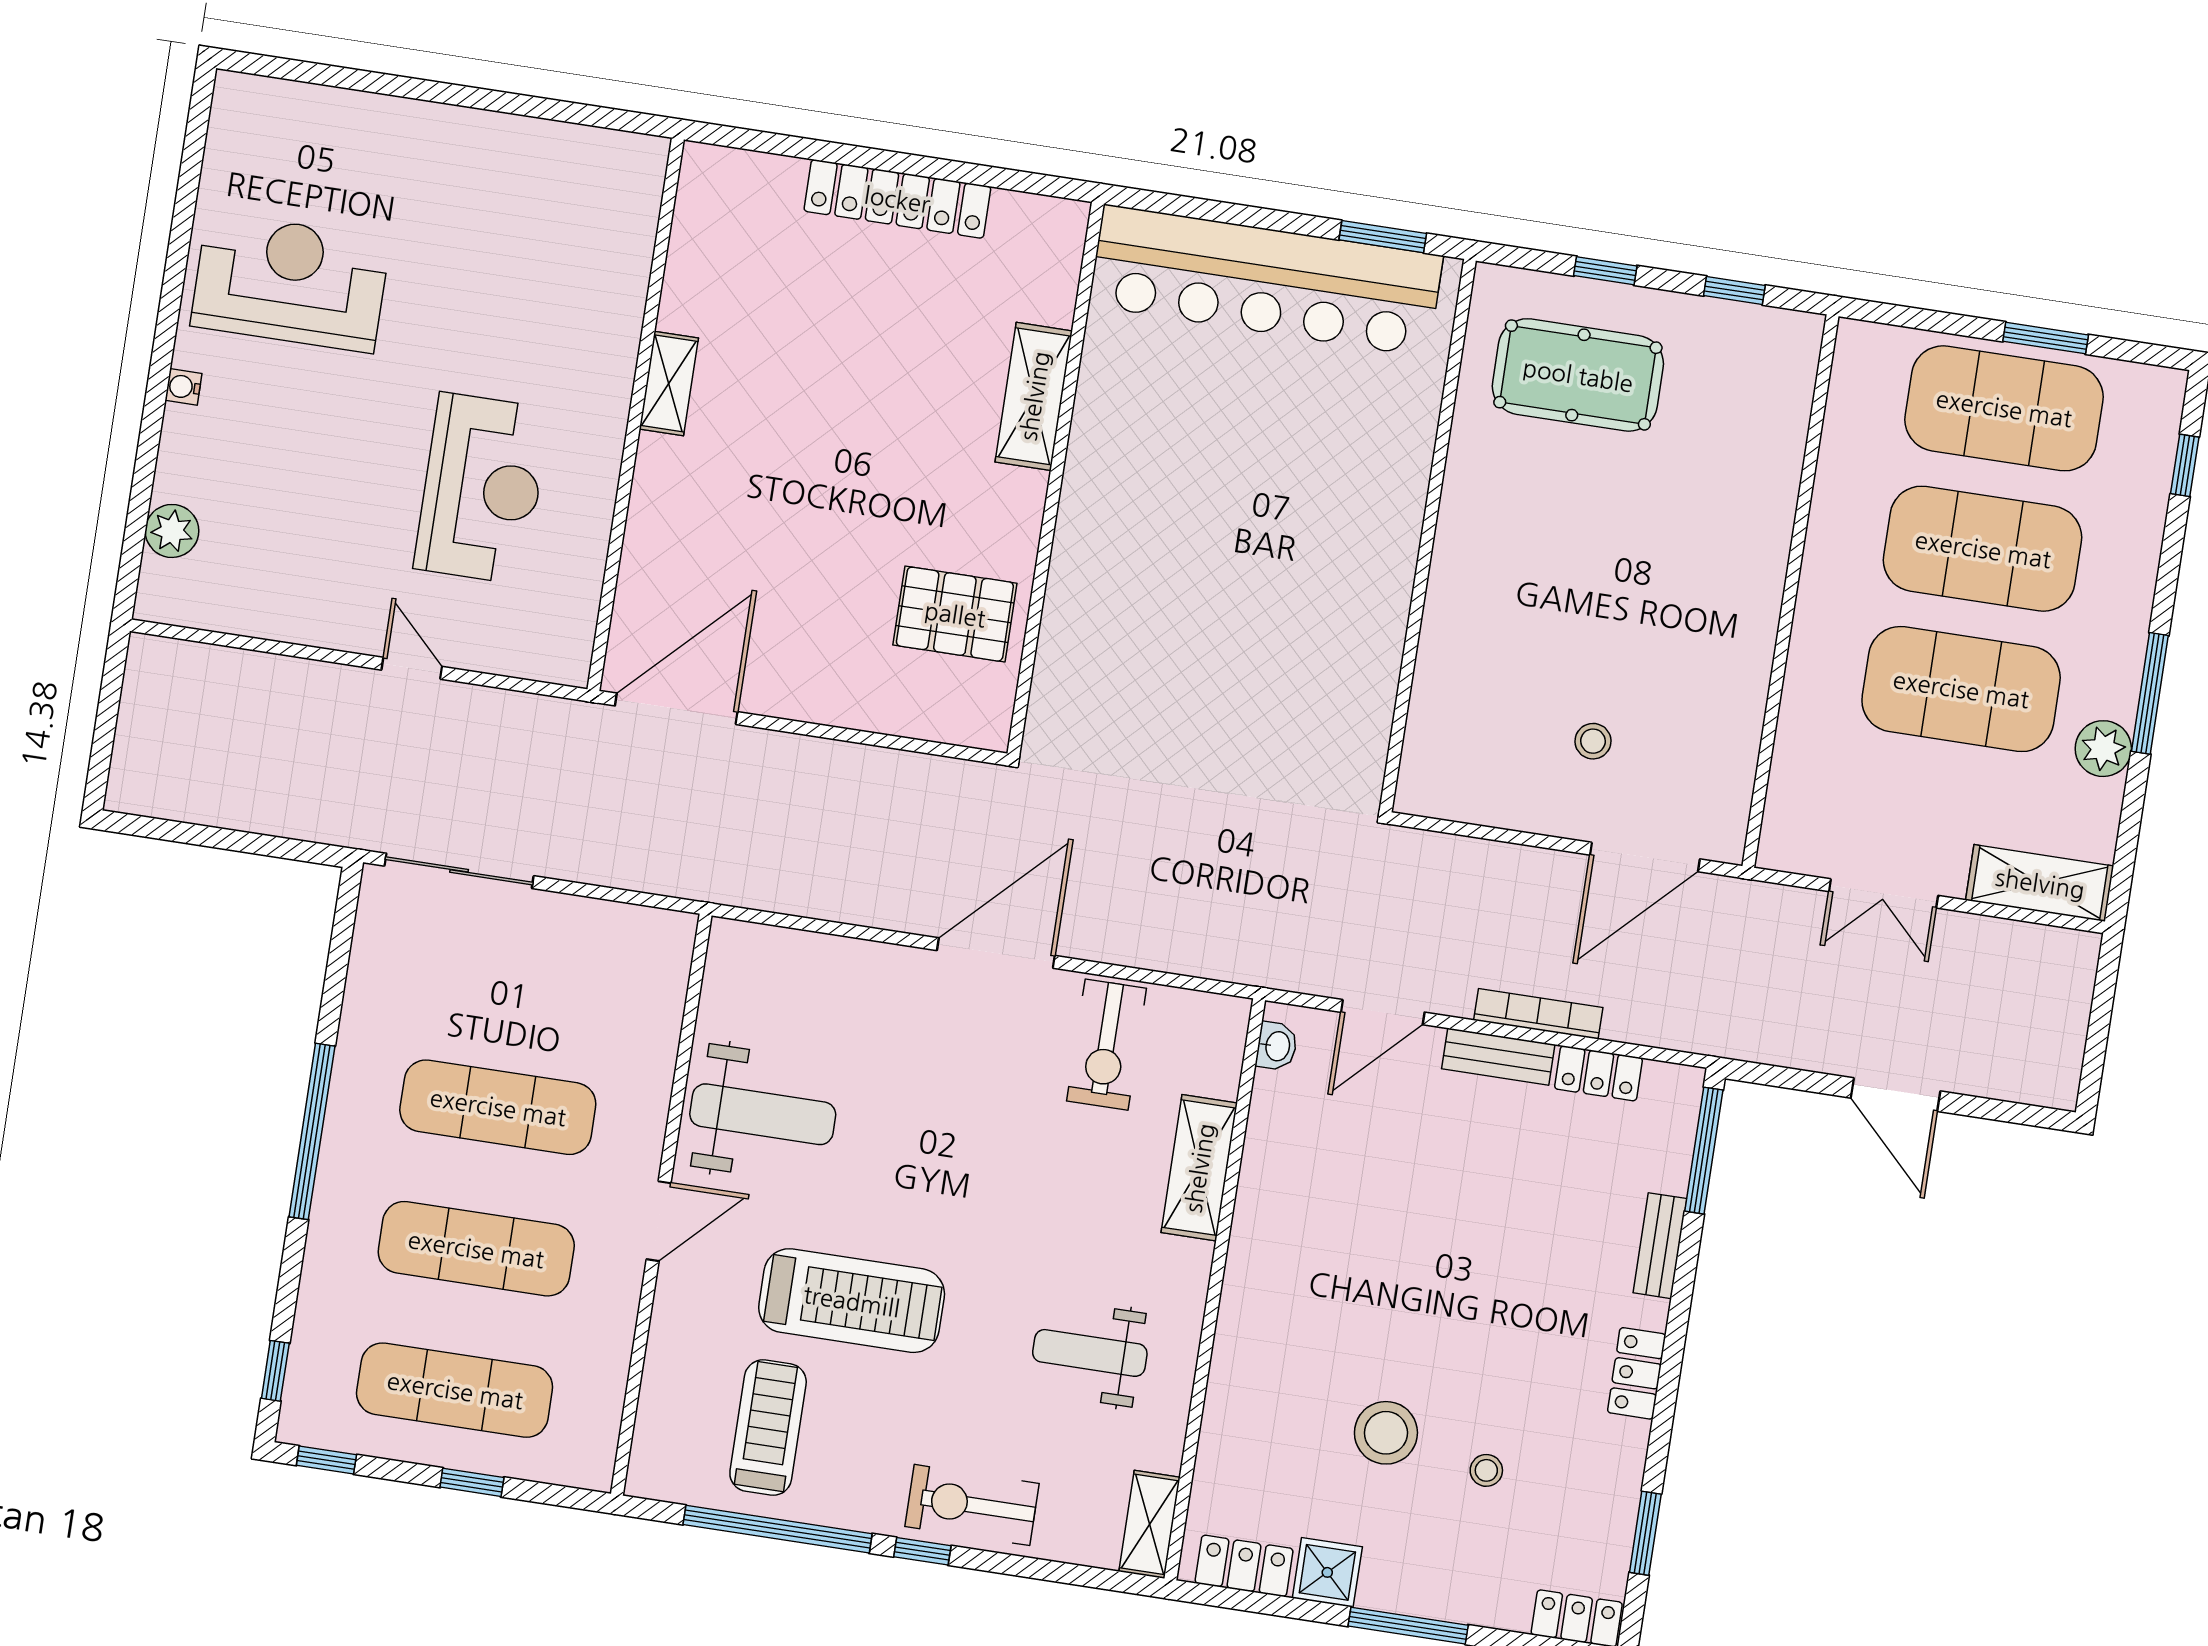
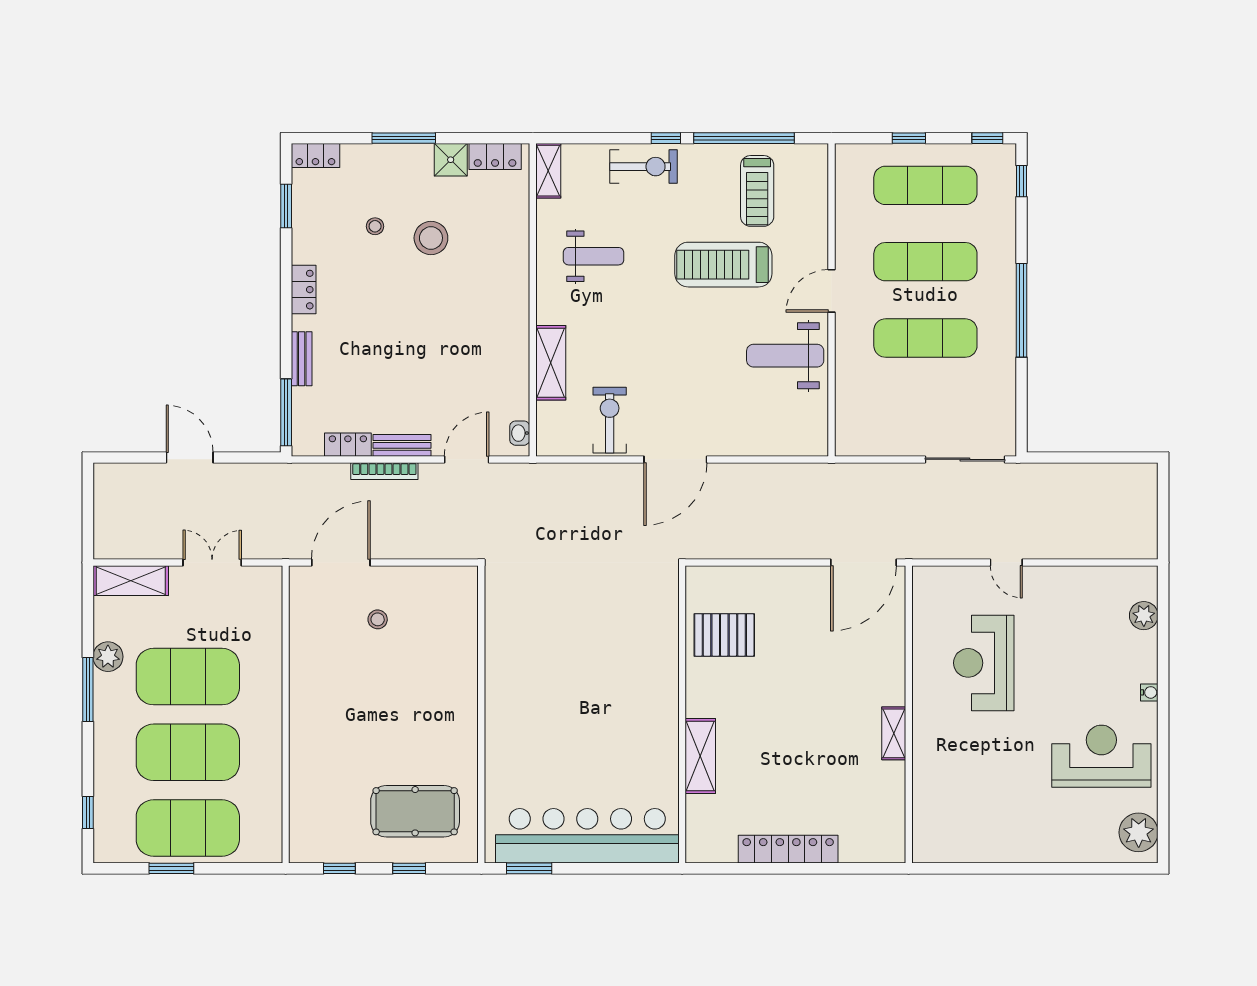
plant: (243, 131) -> (1139, 832), added
reception desk: (290, 282) -> (1101, 756), turned 180

